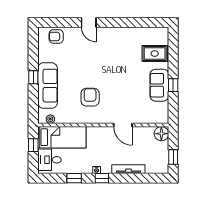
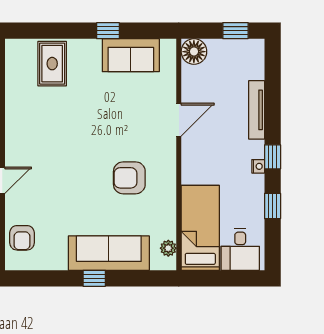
sofa: (159, 85) -> (131, 55), moved
window: (33, 145) -> (214, 278), removed

